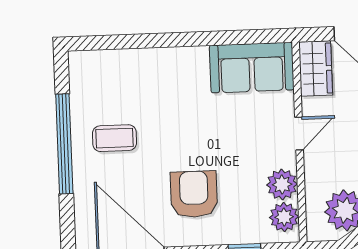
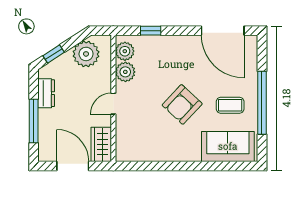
sofa: (252, 68) -> (228, 146), moved
armchair: (194, 194) -> (182, 104), moved, turned 43

